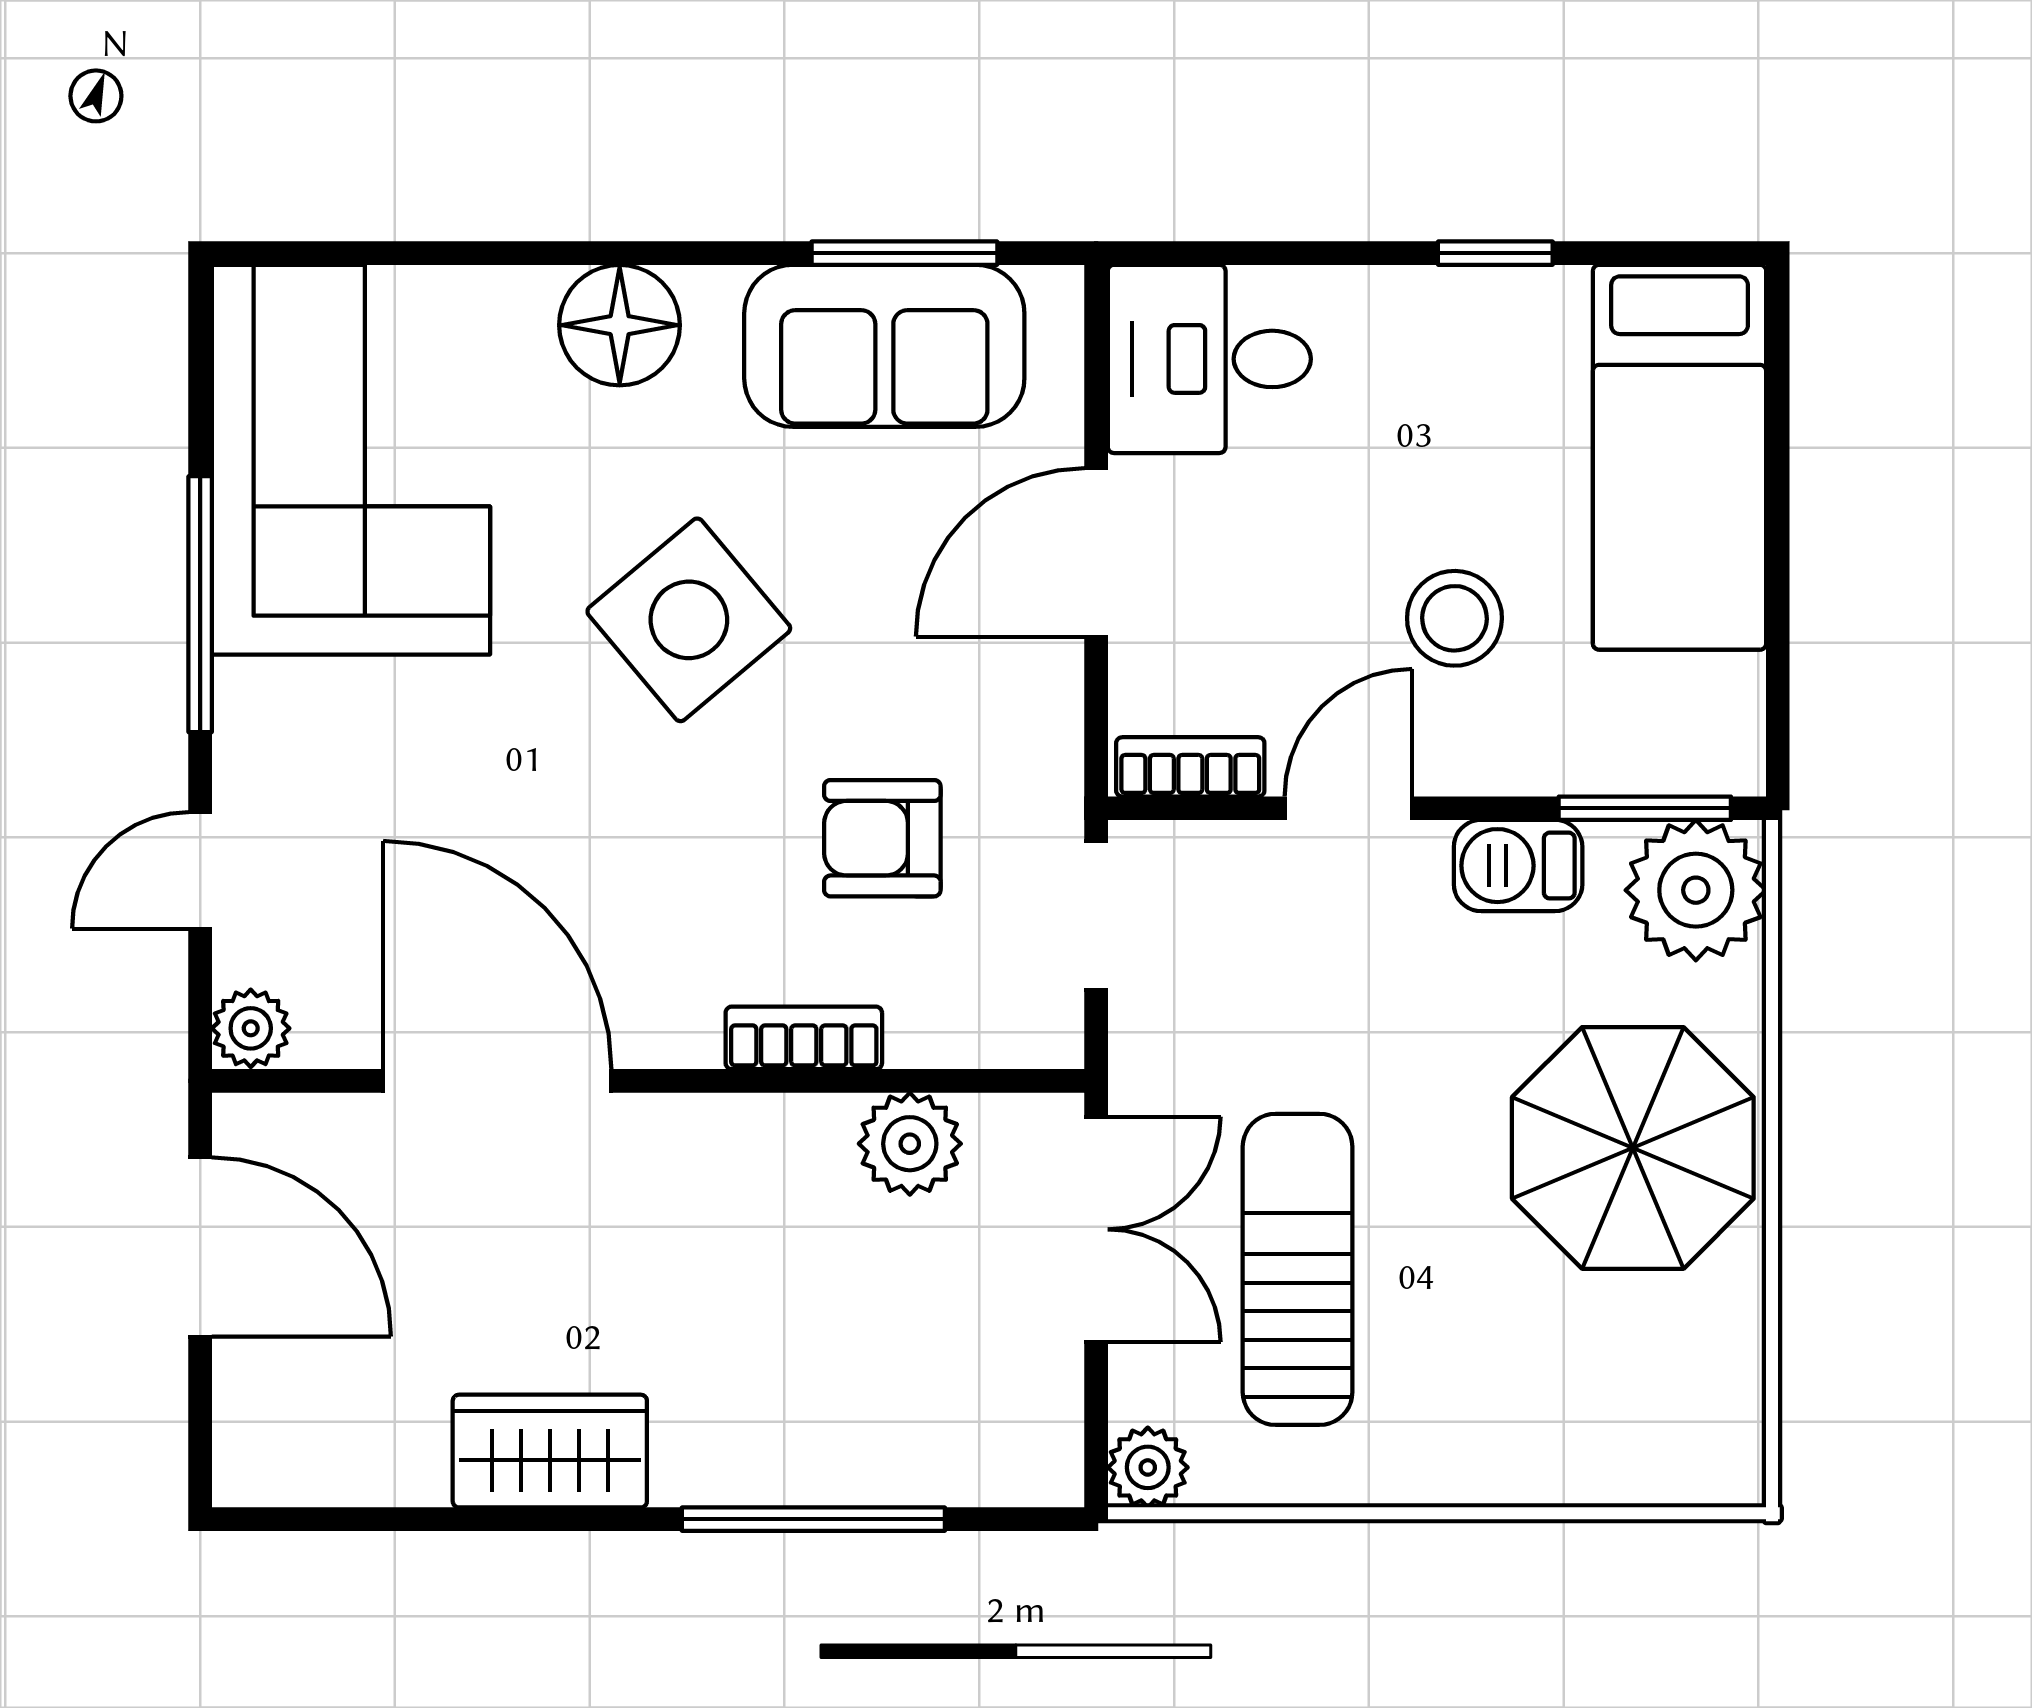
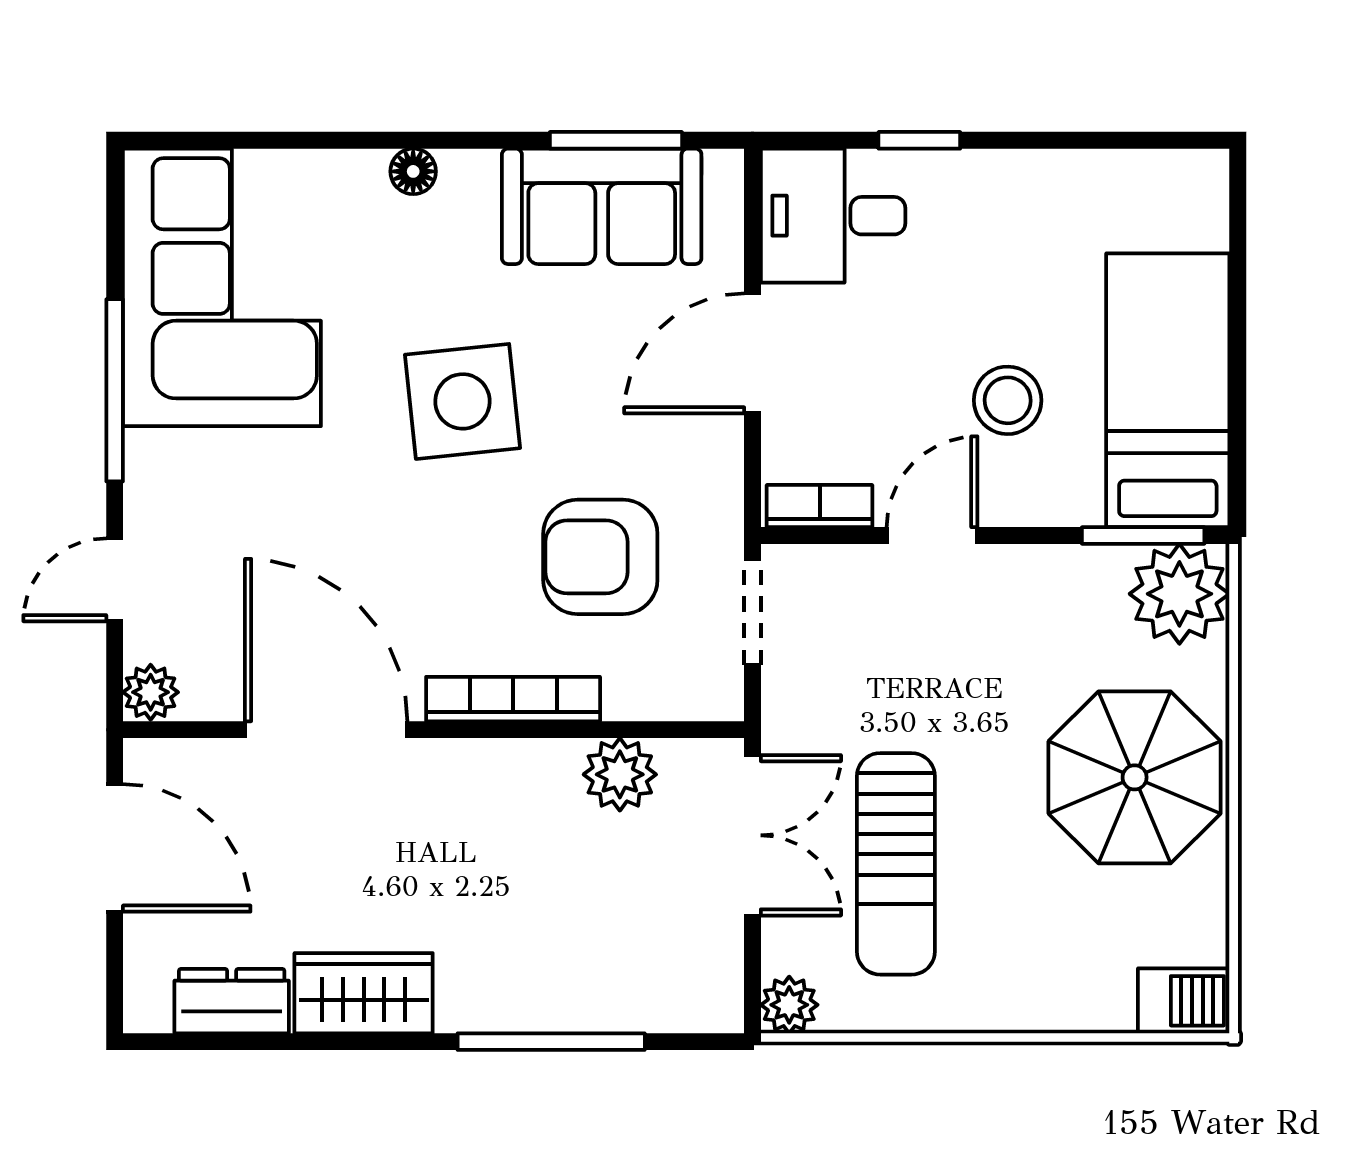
window: (1495, 253) -> (919, 140), moved
floor lamp: (620, 325) -> (413, 171), width x0.53, depth x0.53
bed: (1680, 457) -> (1168, 390), moved, turned 180
side table: (689, 620) -> (462, 401), turned 34
armchair: (882, 838) -> (600, 557), width x1.38, depth x1.38
barbecue: (1518, 866) -> (1184, 1001), moved, turned 180
bookcase: (804, 1038) -> (513, 699), width x1.56
sun lounger: (1298, 1269) -> (896, 864), turned 180
dresser: (365, 1462) -> (232, 1001), added

